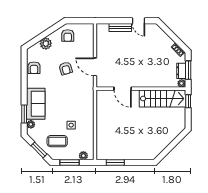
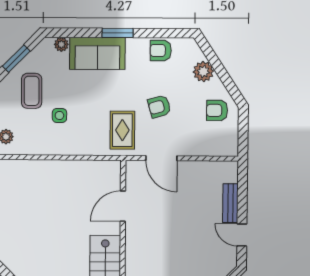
door: (138, 21) -> (242, 235), hinge flipped
door: (95, 67) -> (161, 158), swing flipped
rug: (79, 89) -> (122, 130), added
window: (24, 114) -> (118, 33), moved

